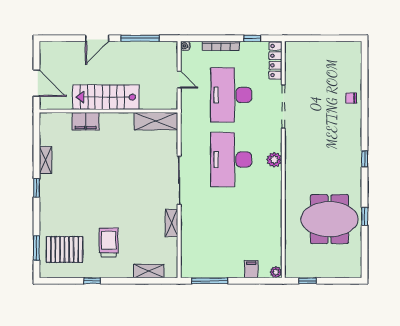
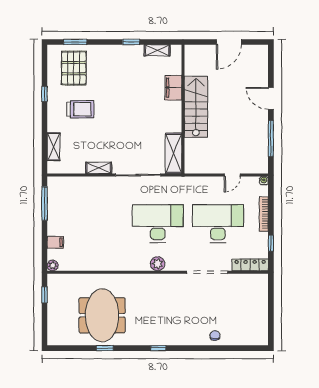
stairs: (106, 97) -> (196, 107), moved
wall: (109, 111) -> (183, 109), moved
filing cabinet: (86, 121) -> (173, 88), moved
shelving: (156, 121) -> (174, 153), moved

